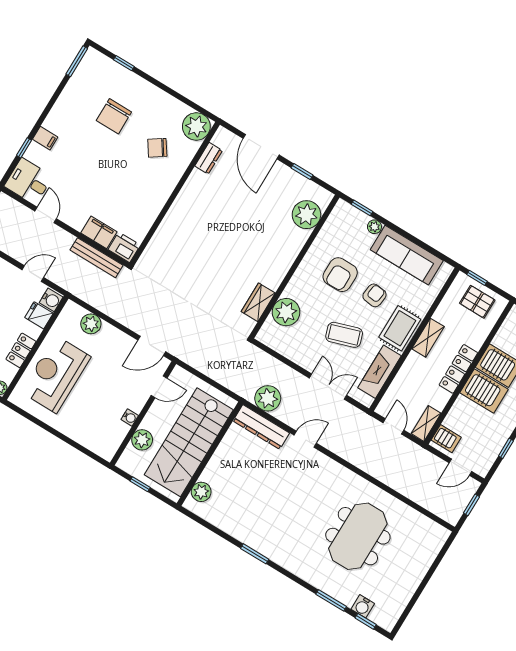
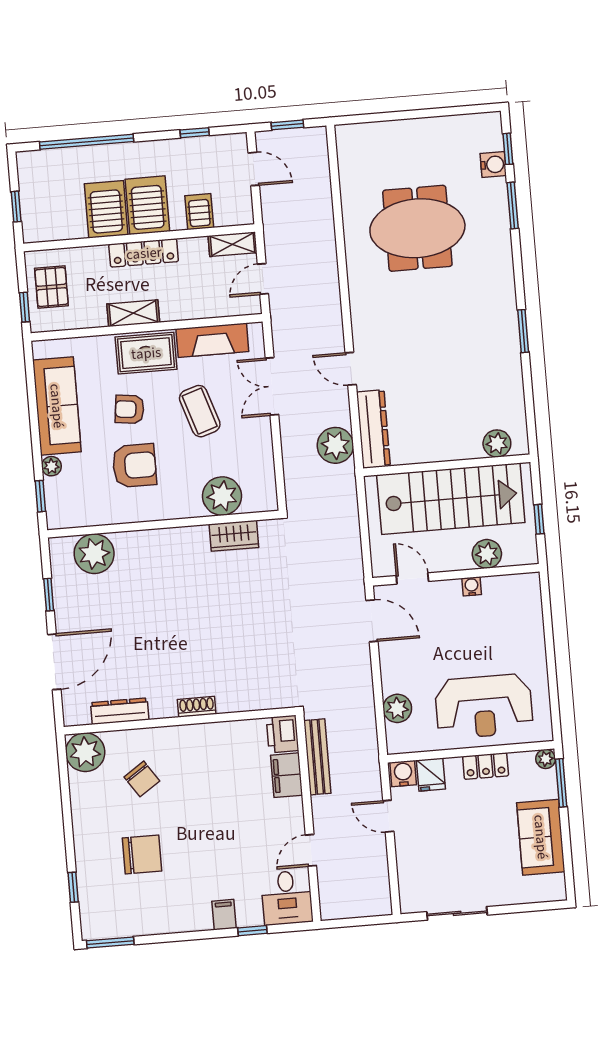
dresser: (209, 158) -> (120, 711), width x1.44
shoe rack: (176, 209) -> (197, 707), added
server rack: (446, 439) -> (199, 212), moved

